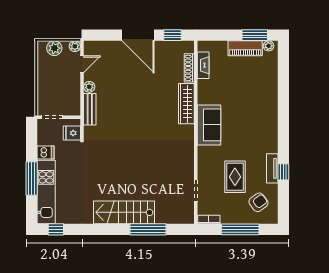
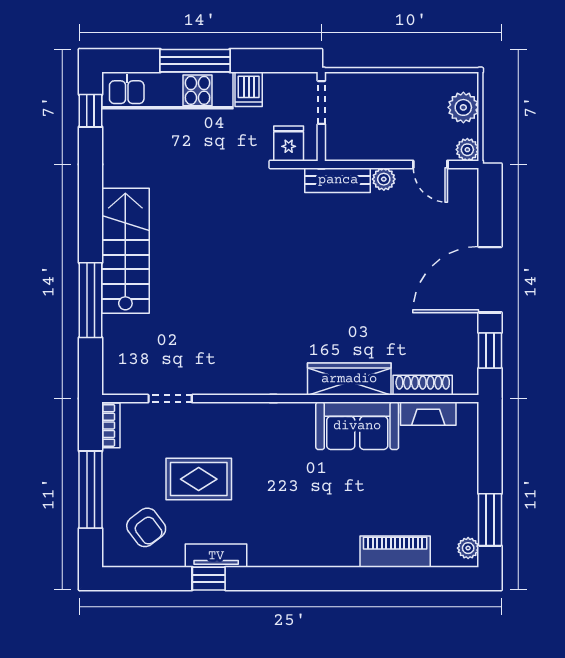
piano: (245, 48) -> (395, 552), moved, turned 90
sofa: (209, 125) -> (357, 426), moved

